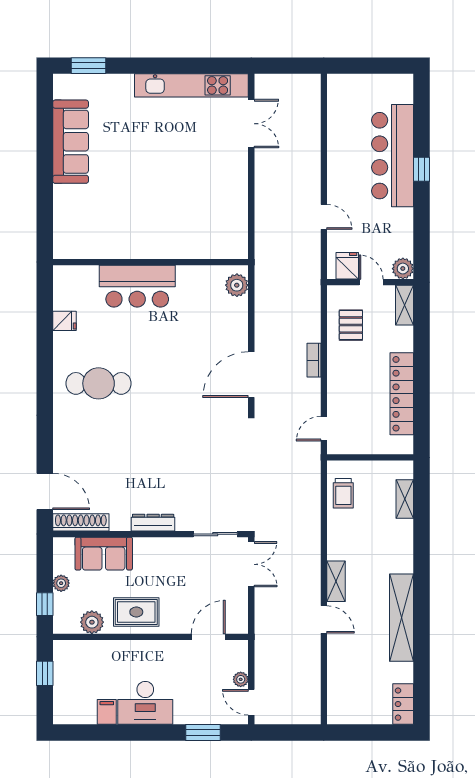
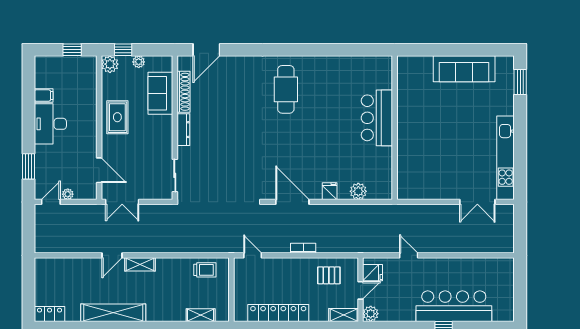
door: (324, 217) -> (409, 255), swing flipped
wall: (151, 262) -> (395, 128), moved
bar counter: (137, 286) -> (377, 118), moved
fridge: (64, 321) -> (330, 191), moved, turned 180
trolley: (343, 493) -> (205, 270), turned 180
shoe rack: (81, 522) -> (183, 92), moved
double door: (251, 564) -> (122, 202), moved
plant: (92, 622) -> (110, 64), moved

